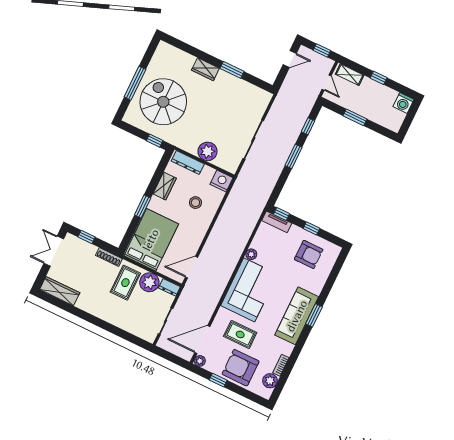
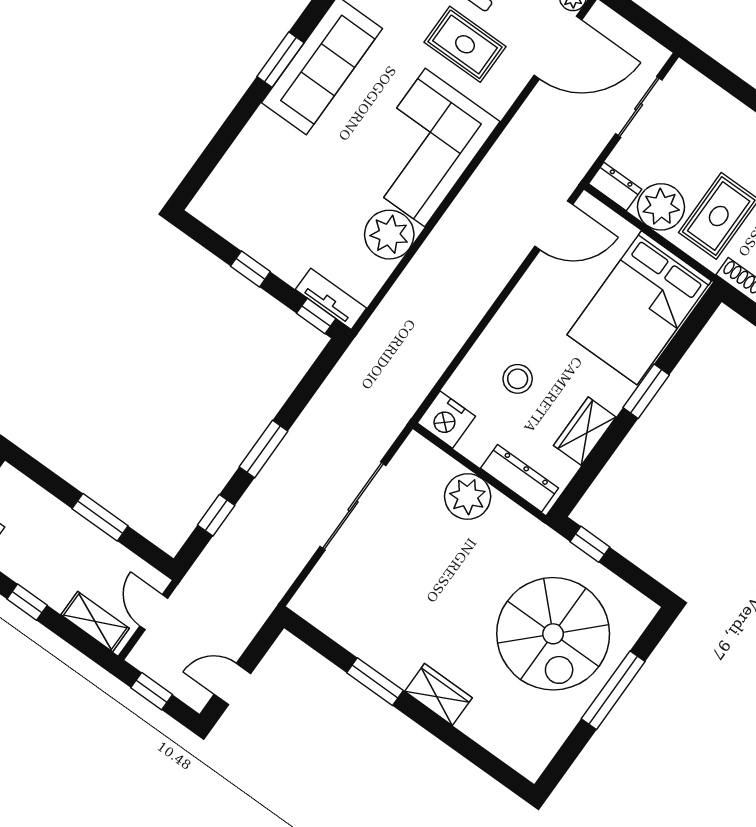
plant: (251, 254) -> (389, 235), width x1.87, depth x1.87
armchair: (309, 254) -> (268, 208), removed

